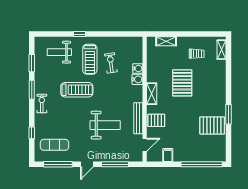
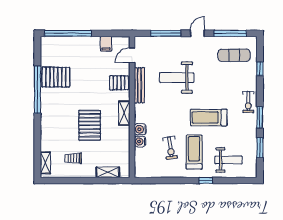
window: (228, 114) -> (37, 90), width x2.11

